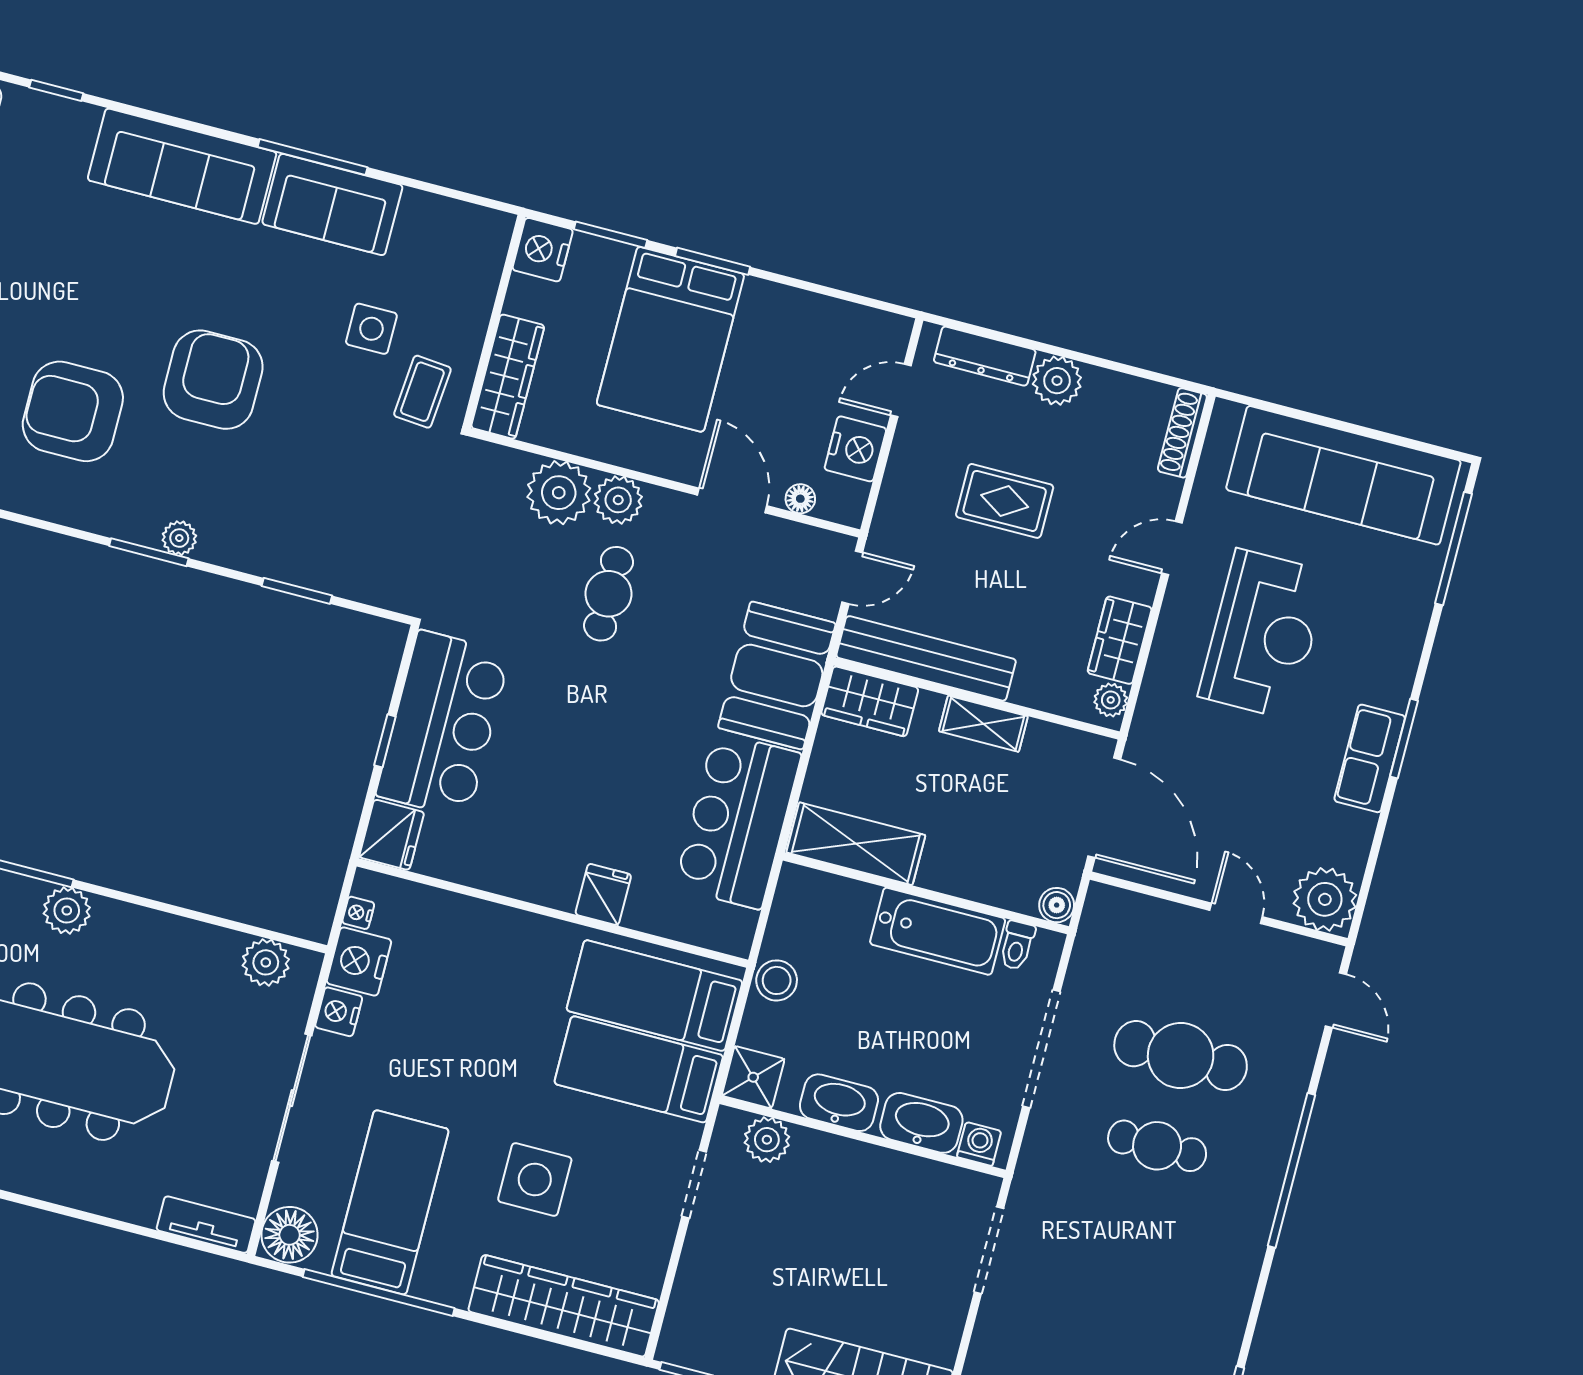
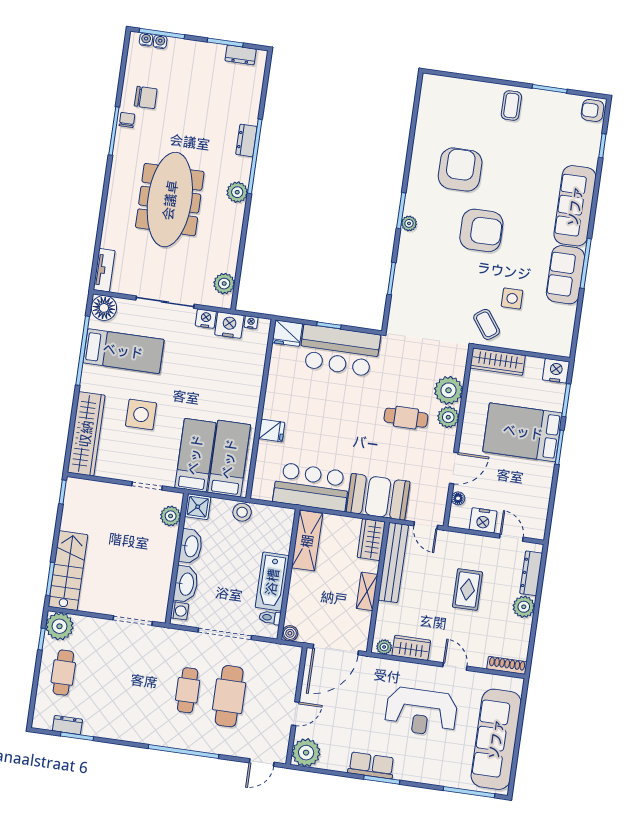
coffee table: (422, 392) -> (487, 324), turned 49

